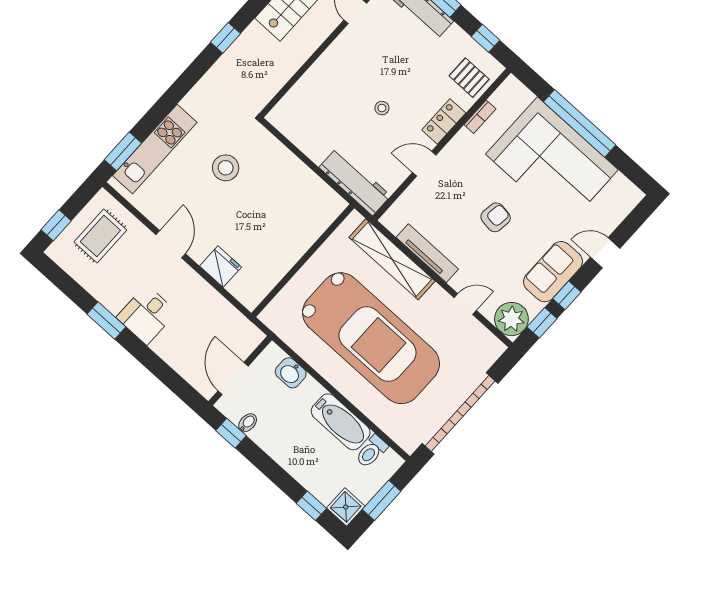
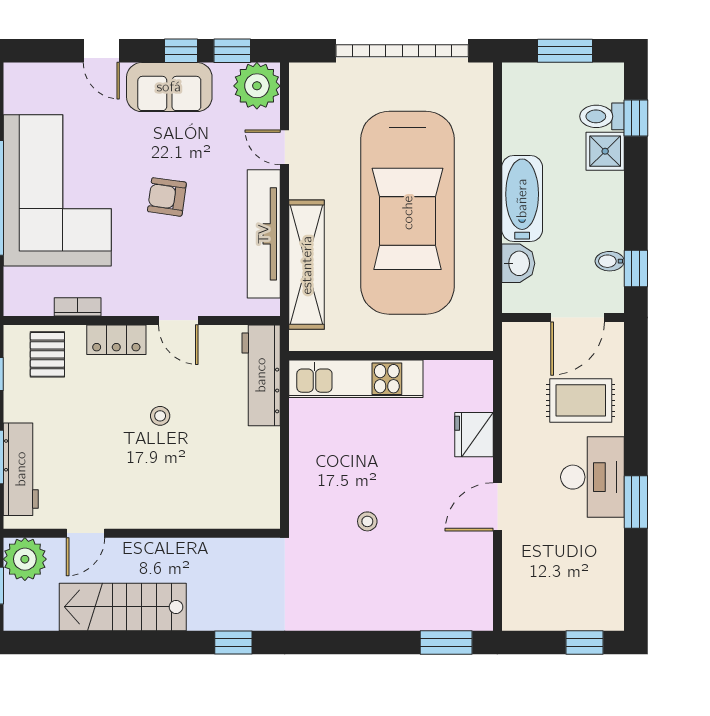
kitchen unit: (155, 149) -> (356, 379), moved, turned 180
stool: (226, 168) -> (367, 521), width x0.53, depth x0.53
rug: (100, 236) -> (581, 400), moved
tv unit: (427, 253) -> (264, 234), width x1.36, depth x1.29
desk: (147, 315) -> (592, 477), width x1.37
car: (371, 338) -> (408, 213), turned 180
bathtub: (341, 422) -> (522, 198), moved
toilet: (371, 451) -> (602, 116), moved, turned 180
shower: (346, 507) -> (605, 151), moved

